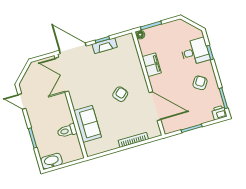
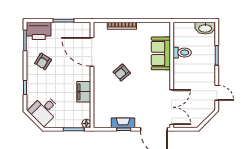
desk: (195, 52) -> (44, 110), moved, turned -45
printer: (219, 113) -> (39, 31), width x1.87, depth x1.48

